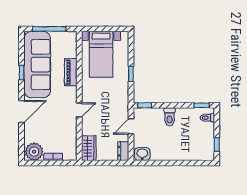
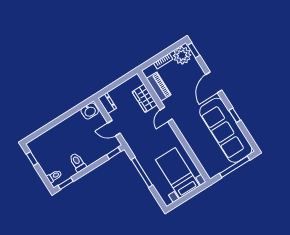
piano: (71, 72) -> (159, 87), moved
window: (131, 74) -> (142, 172), width x2.17
toilet: (170, 117) -> (78, 162), moved
door: (131, 126) -> (114, 128), swing flipped
wardrobe: (89, 148) -> (145, 98), moved
window: (22, 150) -> (194, 50), added

